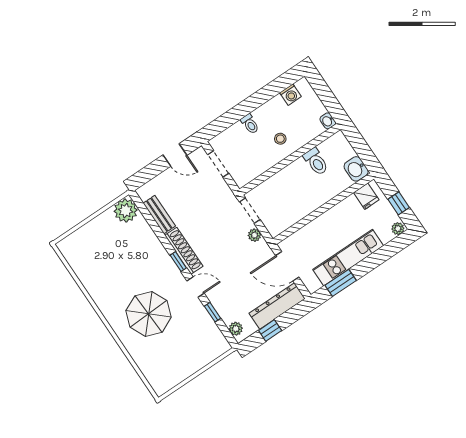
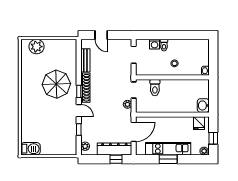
washing machine: (290, 95) -> (155, 44), moved
door: (175, 155) -> (101, 35), moved
toilet: (316, 162) -> (155, 88), moved
plant: (126, 211) -> (37, 47), moved
door: (287, 266) -> (134, 132), swing flipped
window: (341, 283) -> (168, 159), moved
parasol: (149, 314) -> (56, 84), moved
window: (270, 331) -> (116, 159), moved
barbecue: (166, 381) -> (31, 149), added

